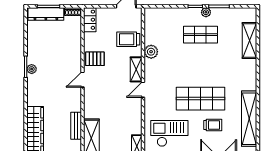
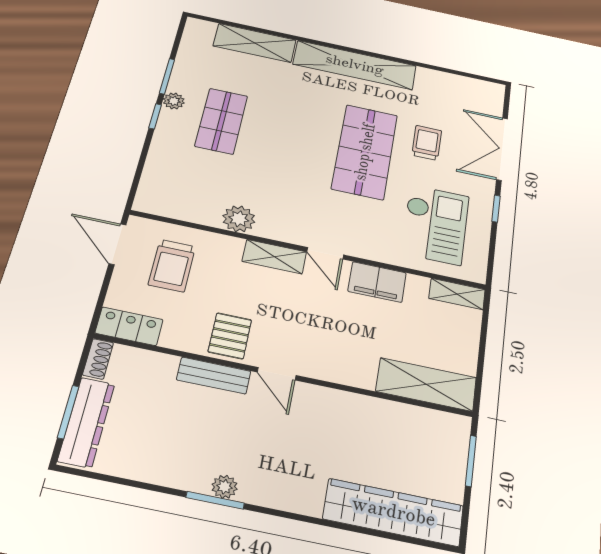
trolley: (128, 39) -> (172, 266), moved
filing cabinet: (134, 113) -> (377, 282), added
shelving: (249, 119) -> (355, 65), moved
bench: (76, 126) -> (214, 376), moved
checkout: (169, 133) -> (435, 225), turned 180

